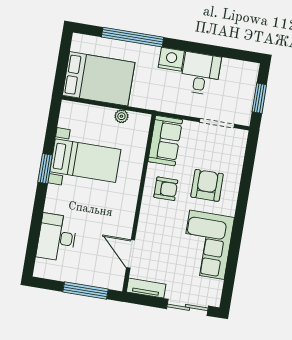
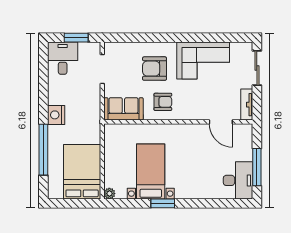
desk: (201, 73) -> (63, 58), moved, turned 90
plant: (121, 116) -> (109, 194), moved
armchair: (166, 189) -> (163, 102), turned 90
desk: (57, 237) -> (238, 180), moved, turned -90
door: (131, 254) -> (221, 122), hinge flipped
window: (86, 290) -> (257, 167), moved

